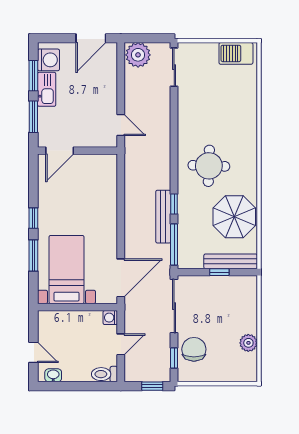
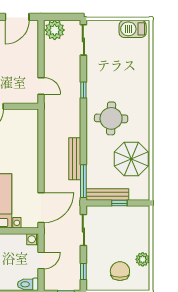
window: (174, 204) -> (83, 90), moved
bench: (231, 261) -> (107, 194), moved
sliding door: (174, 306) -> (83, 230), width x0.73
chair: (194, 349) -> (120, 271), moved

